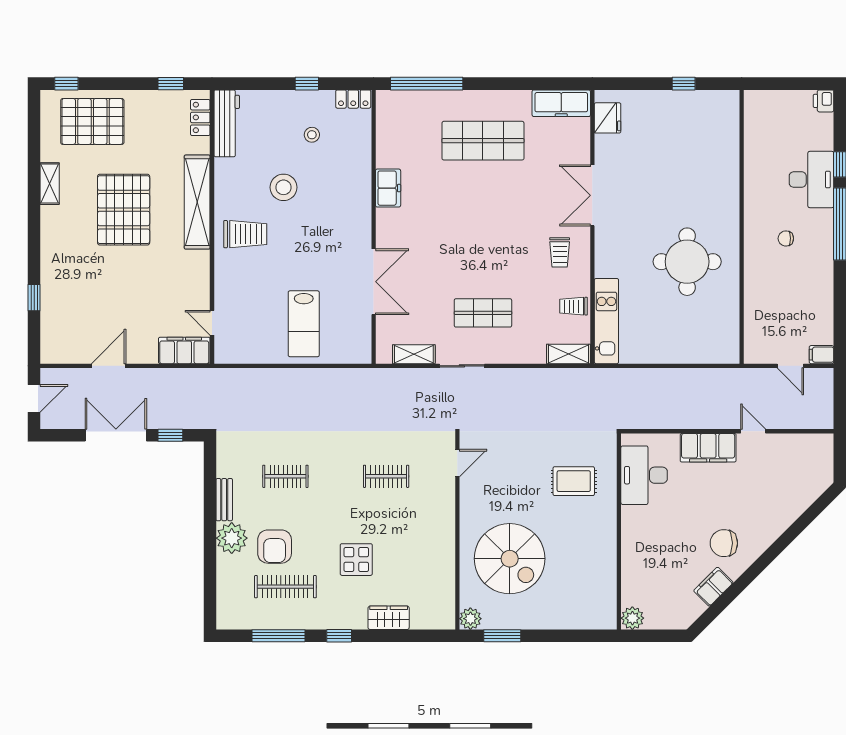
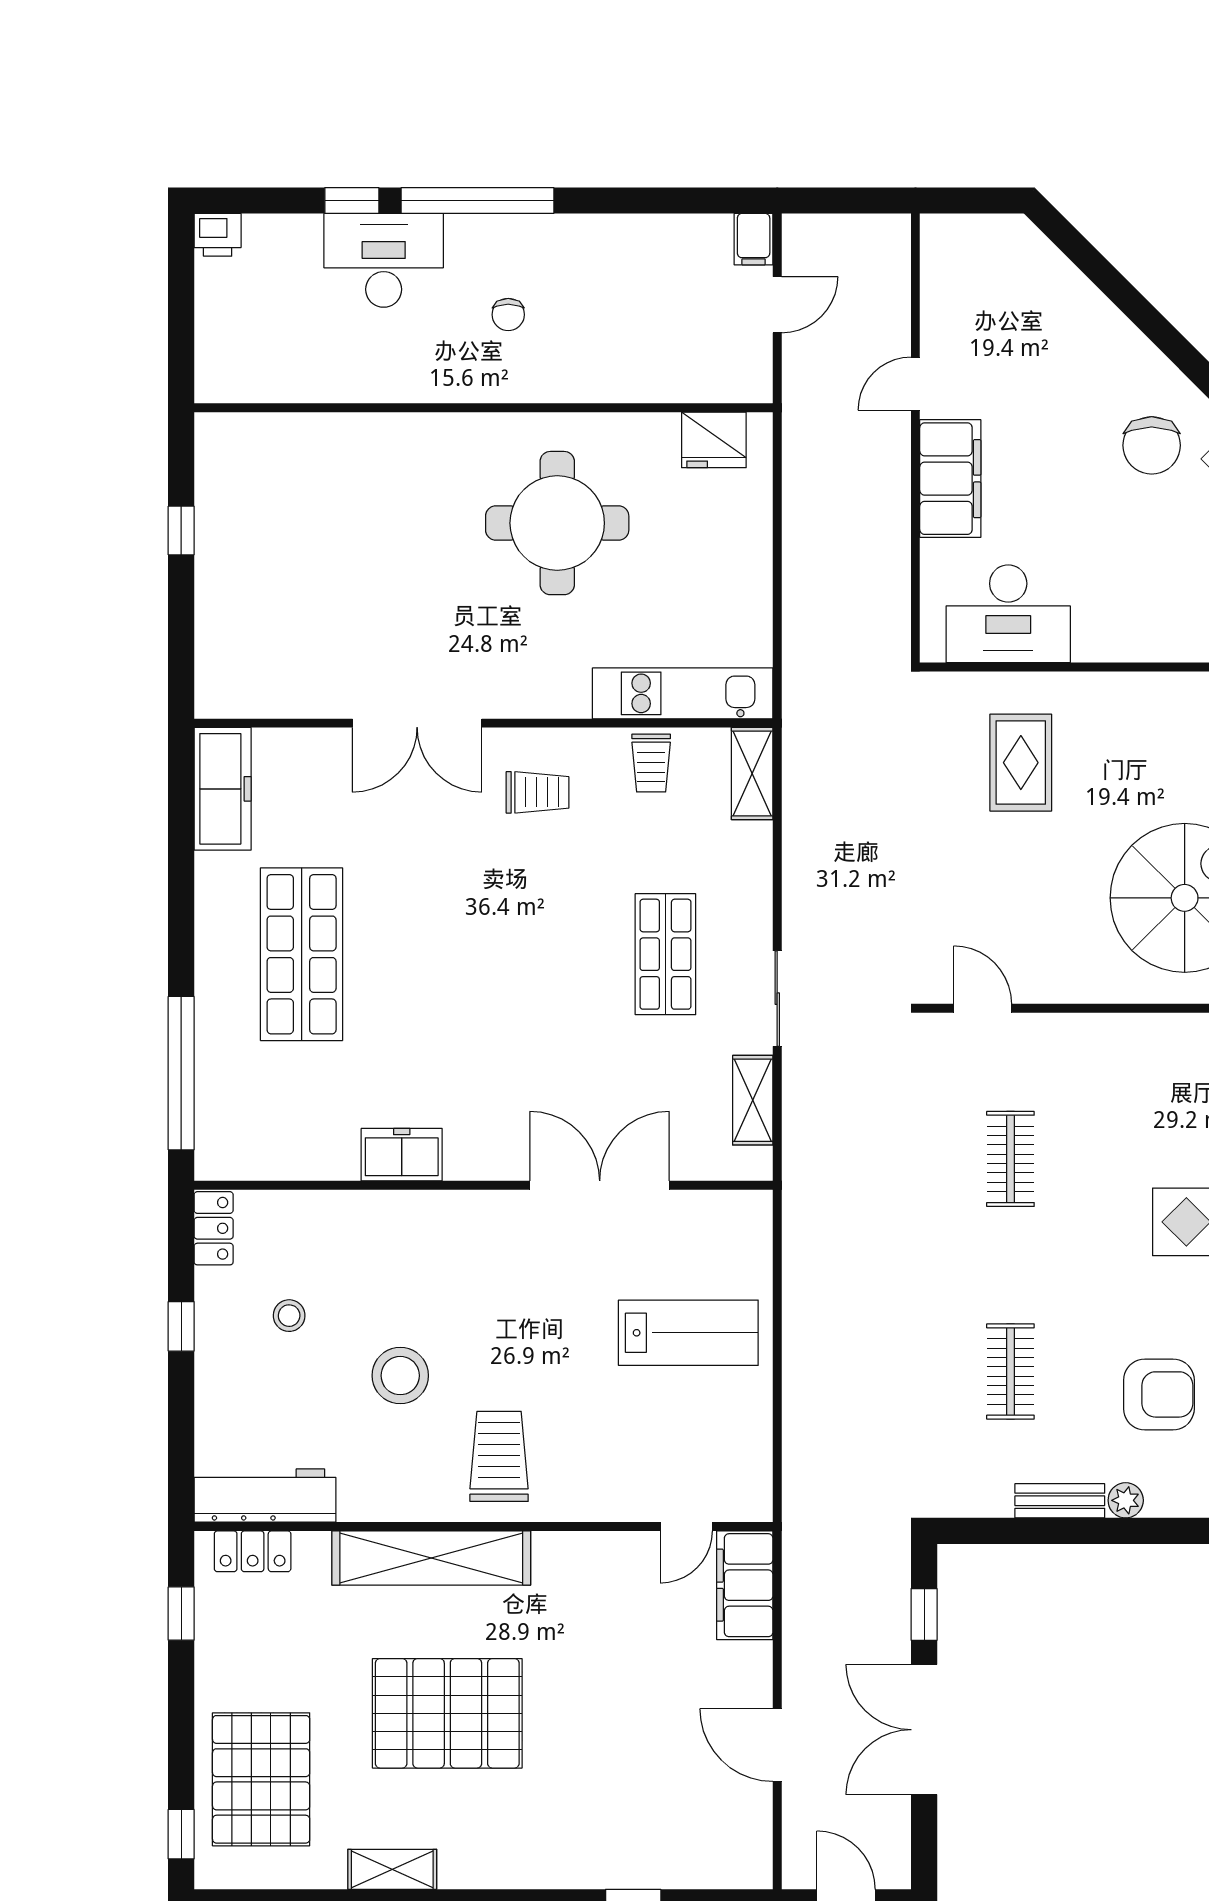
fridge: (608, 118) -> (714, 440), moved, turned 180
plant: (232, 538) -> (1126, 1500), width x0.53, depth x0.53

